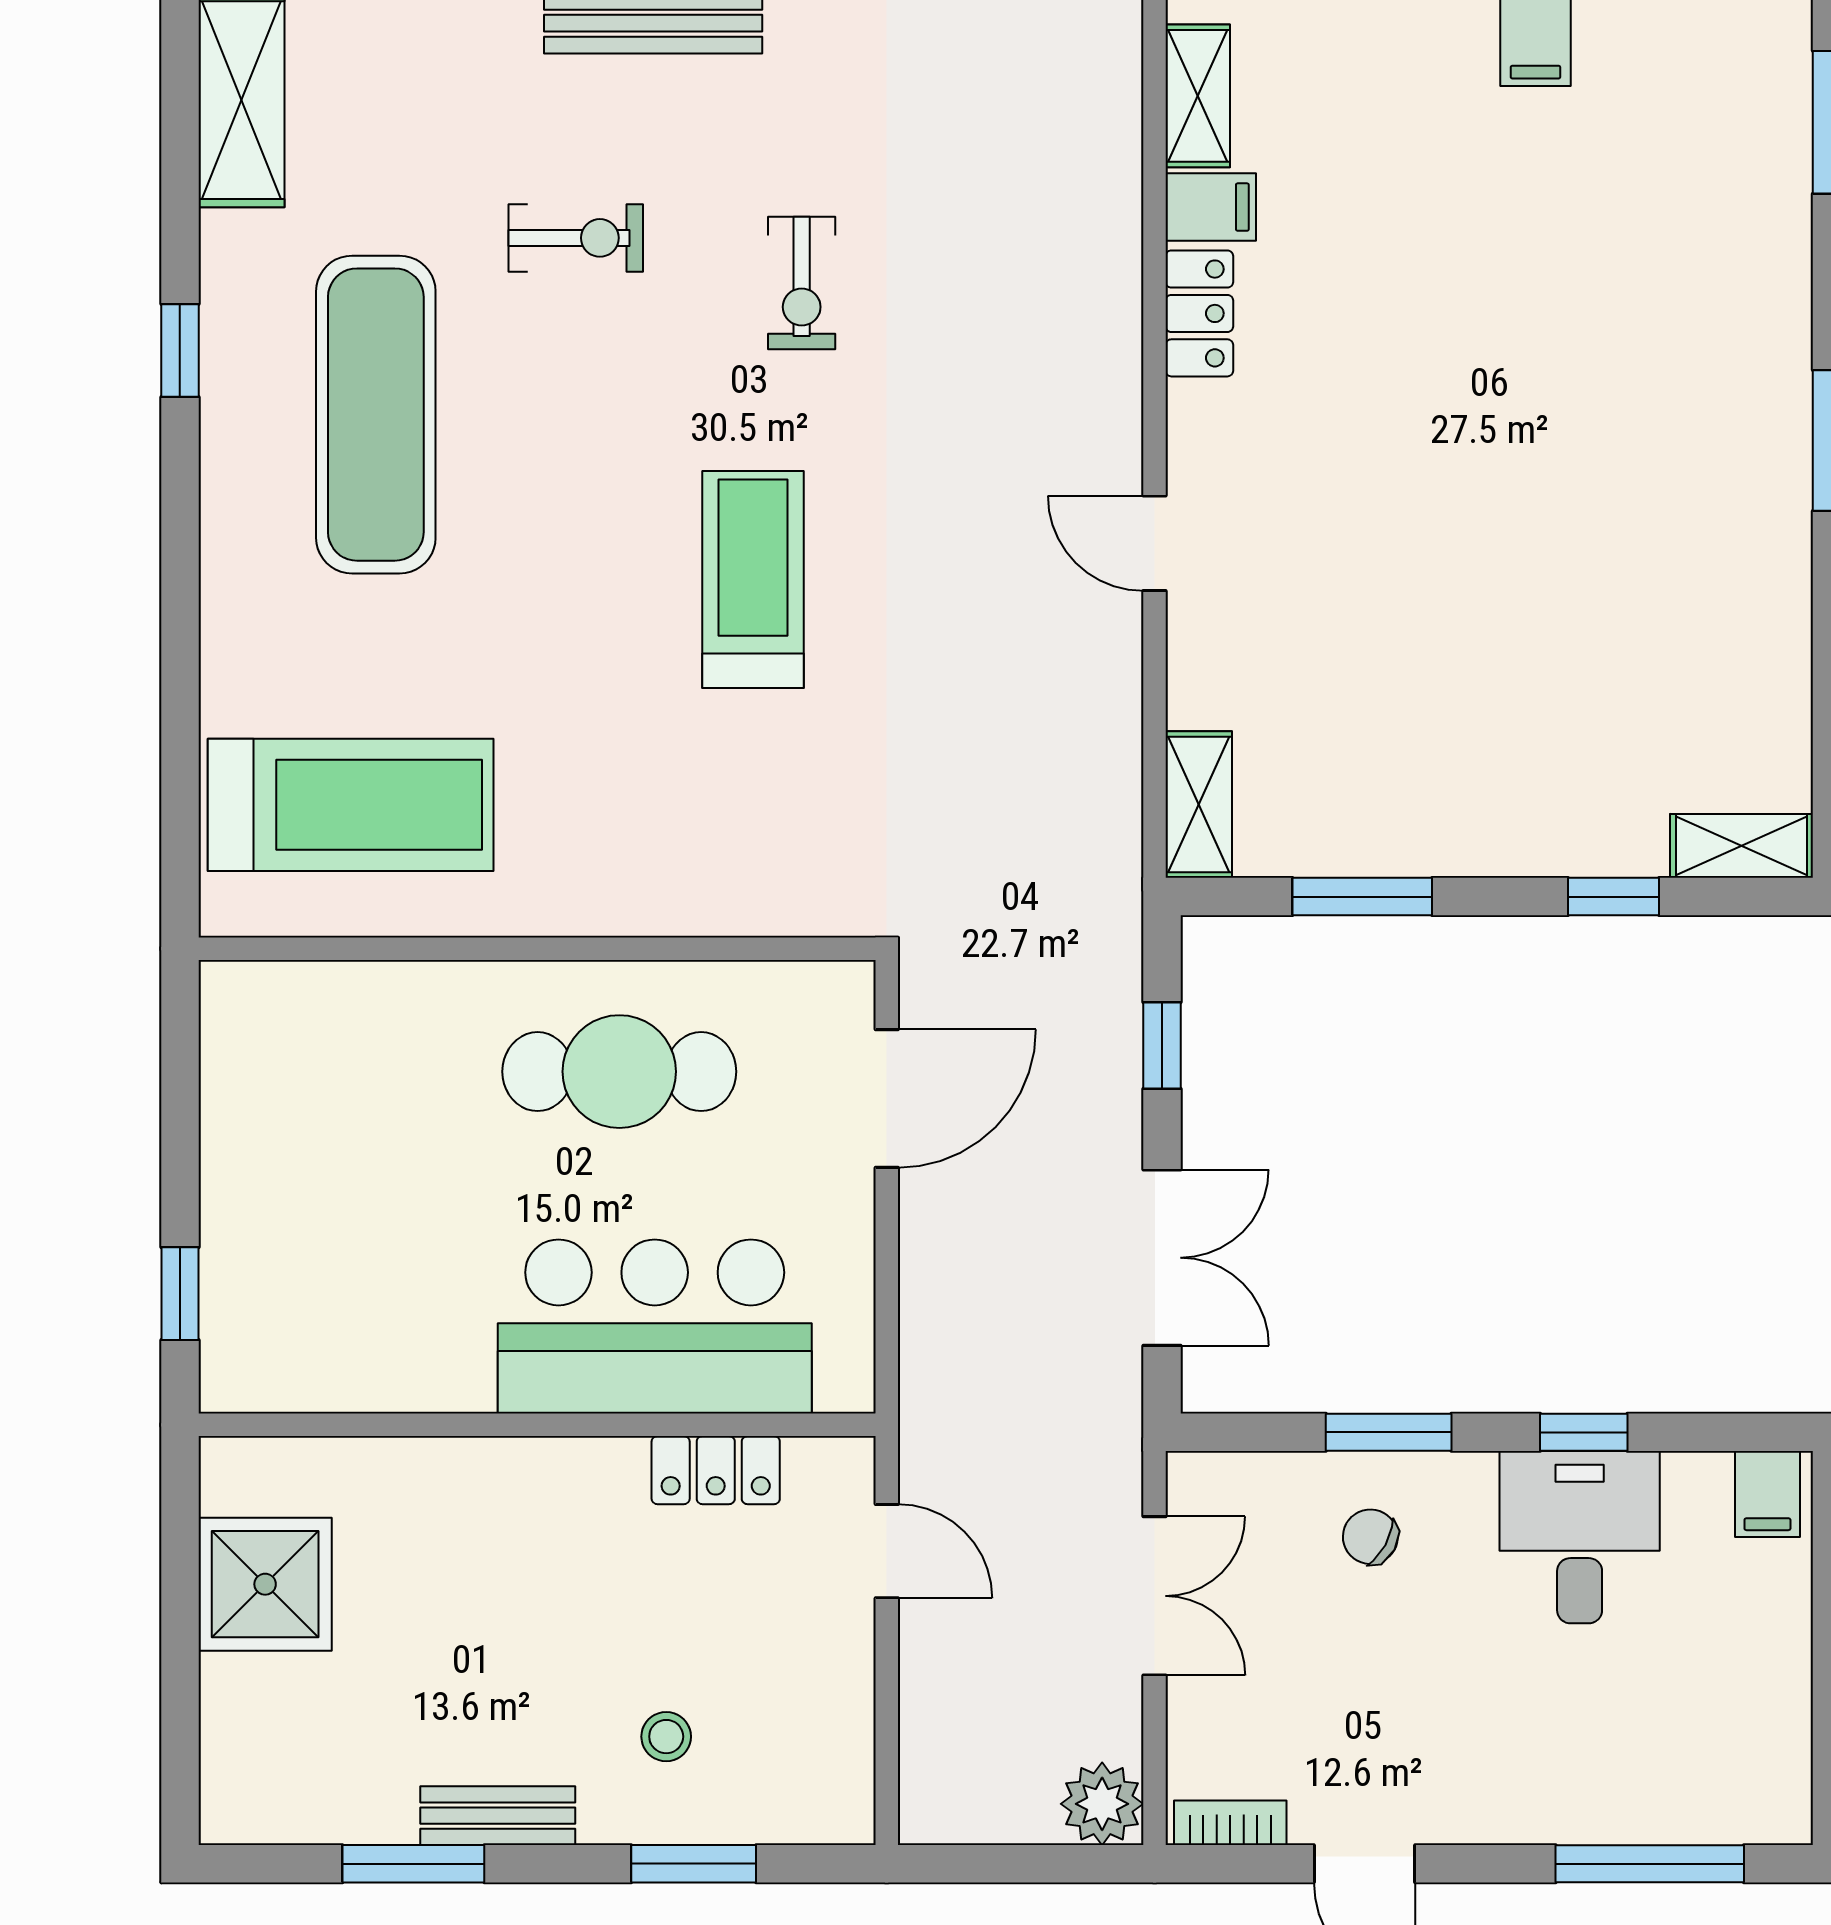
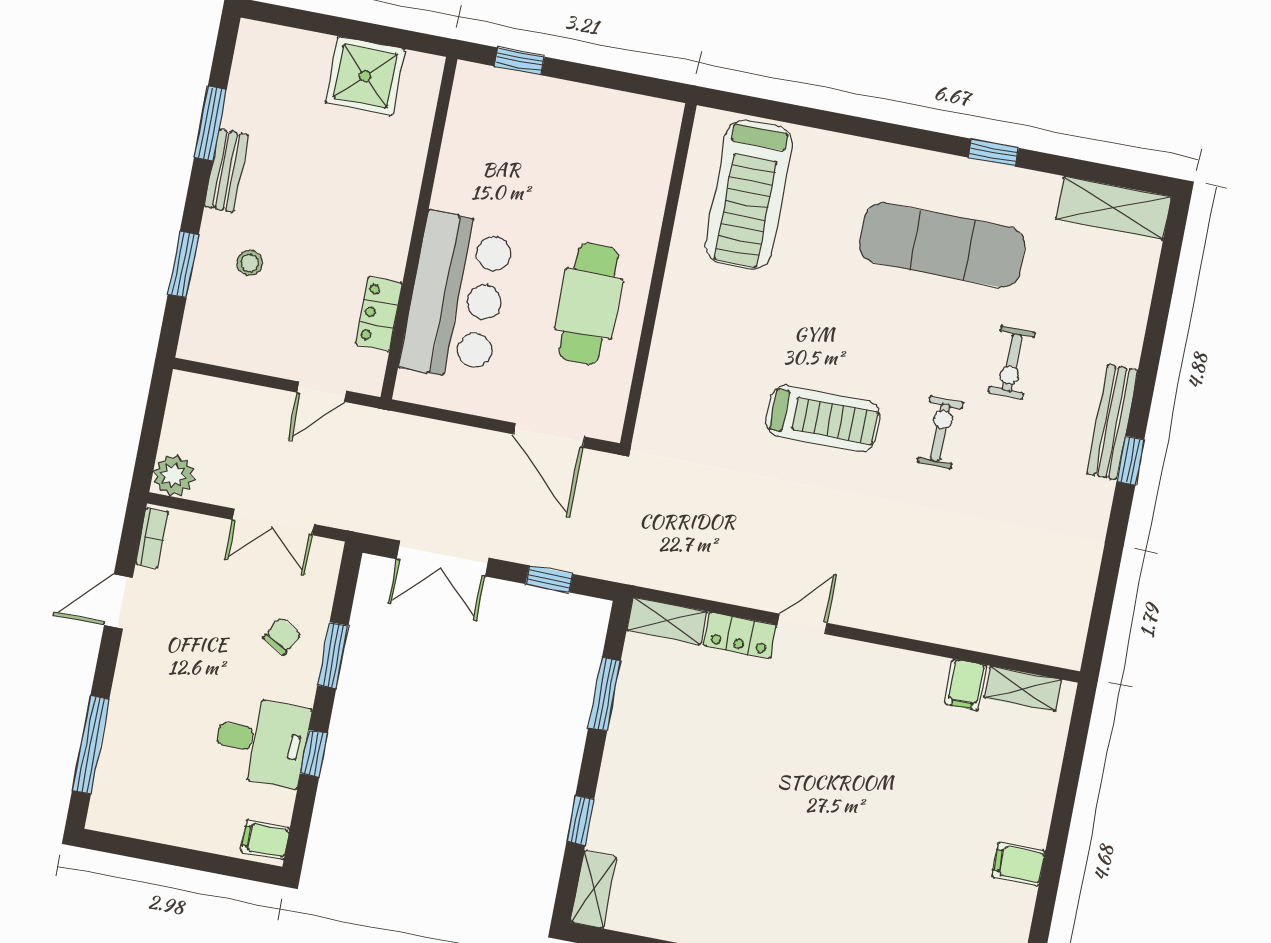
exercise bike: (802, 283) -> (941, 432), moved, turned 90
locker: (1199, 313) -> (740, 635), moved

